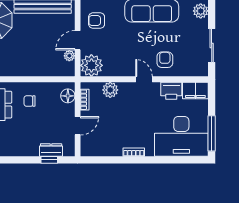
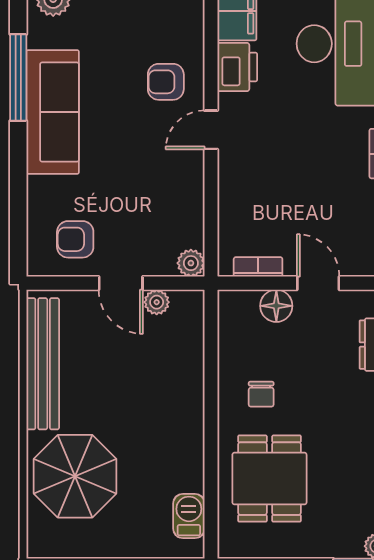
armchair: (97, 21) -> (75, 239), turned 90
plant: (91, 65) -> (191, 263), width x0.53, depth x0.53
plant: (110, 90) -> (235, 208), removed
floor lamp: (68, 96) -> (276, 306), moved

